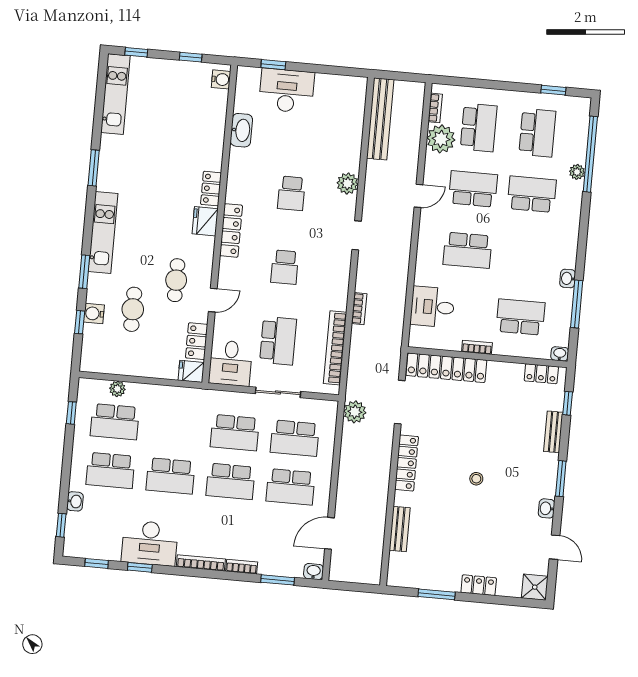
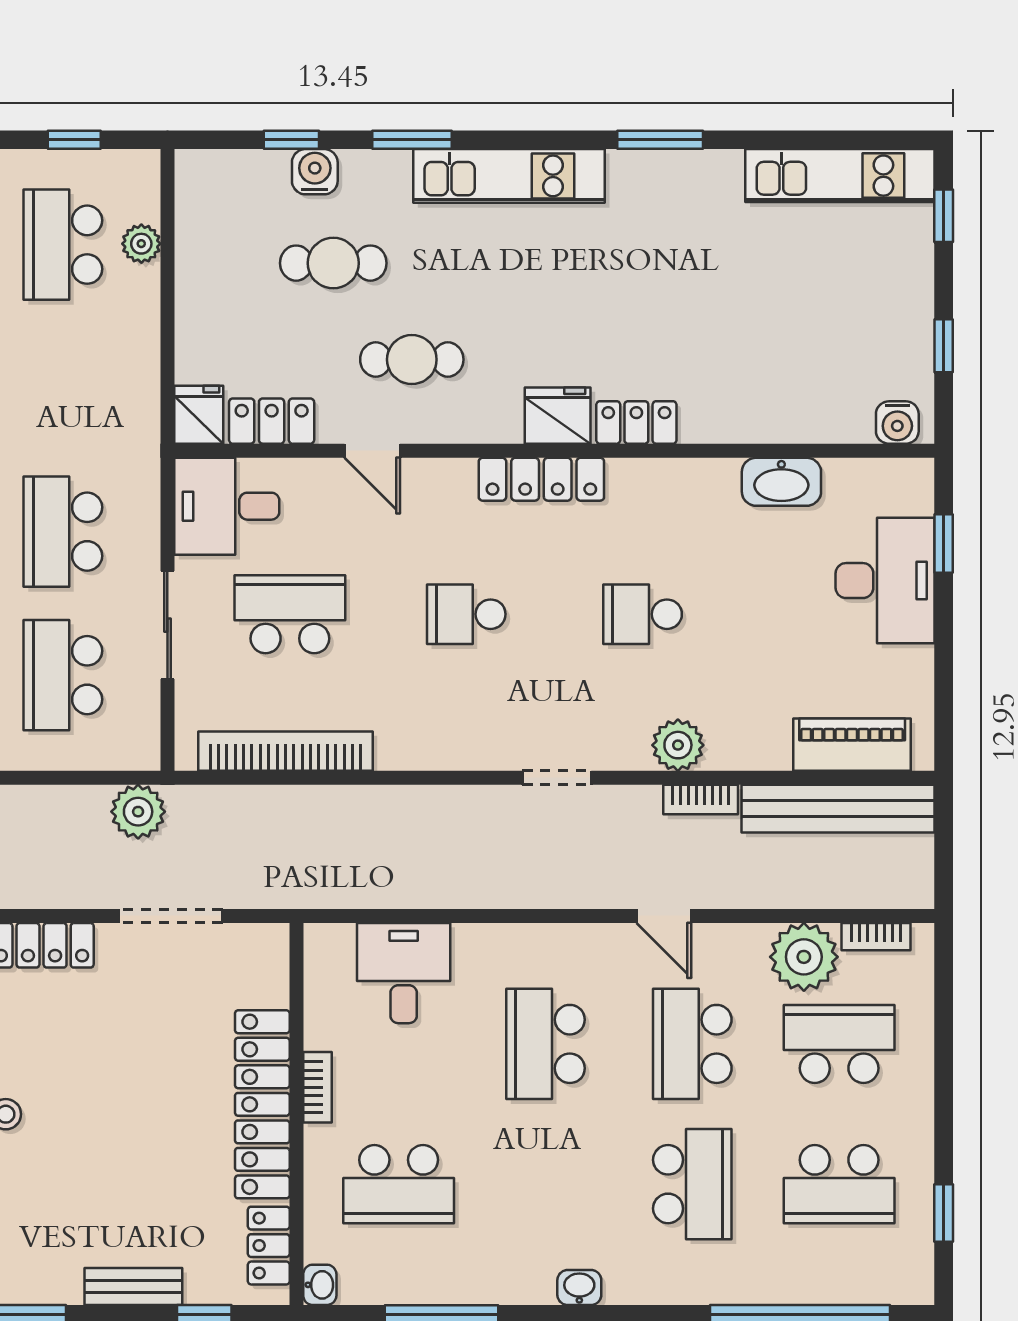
piano: (354, 111) -> (852, 745), added
school desk: (479, 127) -> (839, 1044), turned 180
plant: (577, 172) -> (755, 1287), removed
school desk: (473, 189) -> (692, 1044), turned 180
washbasin: (568, 278) -> (579, 1288), moved
bookcase: (359, 309) -> (701, 800), moved
school desk: (521, 317) -> (399, 1184), turned 90
school desk: (278, 341) -> (290, 614), turned 180
locker: (446, 368) -> (262, 1104), moved

